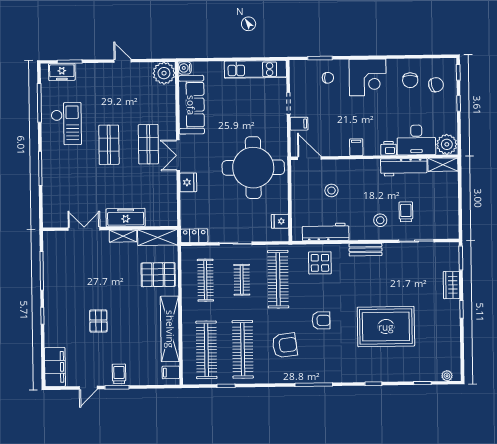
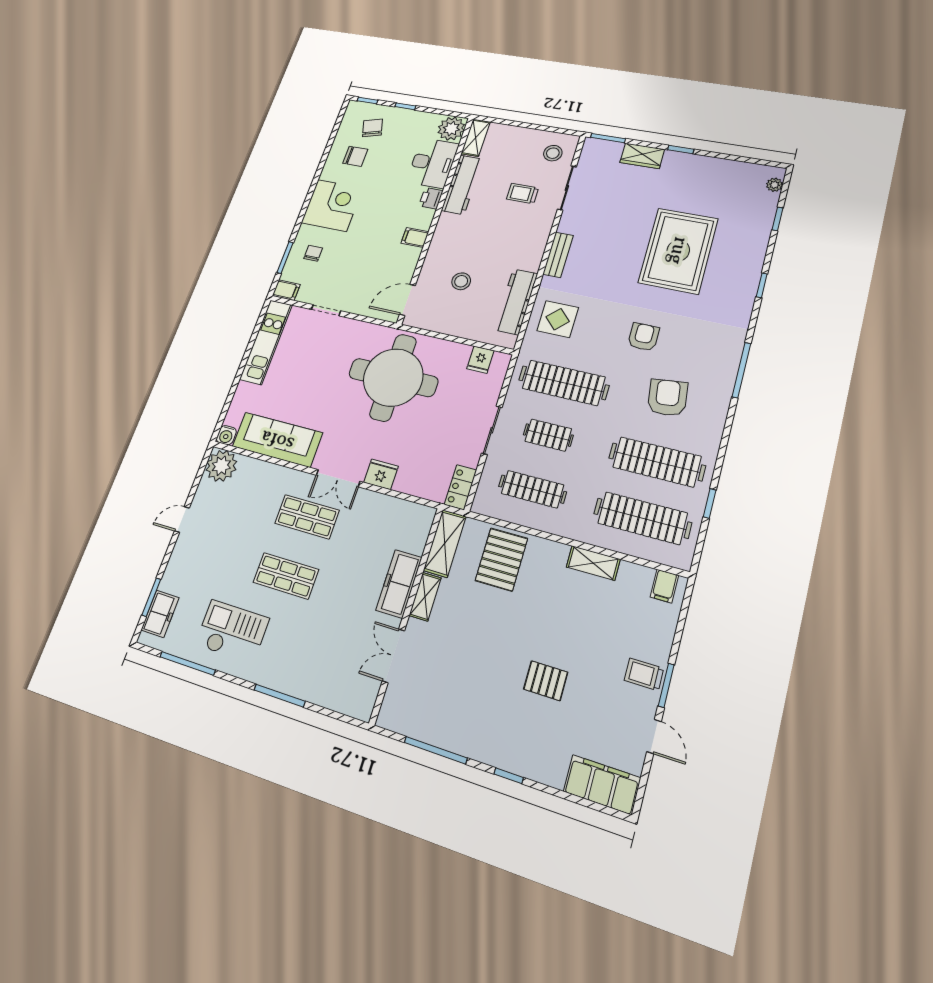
filing cabinet: (299, 124) -> (286, 290), moved, turned 90
stool: (380, 220) -> (553, 153), moved
shelving: (170, 329) -> (593, 563), width x0.45, depth x0.75

